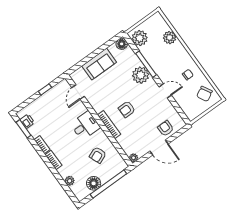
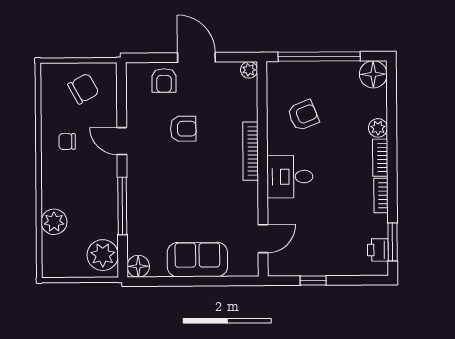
plant: (141, 75) -> (143, 195), removed
chair: (204, 94) -> (83, 89), moved
armchair: (127, 109) -> (183, 129), moved
plant: (70, 181) -> (378, 128), moved
floor lamp: (94, 183) -> (373, 74), moved

